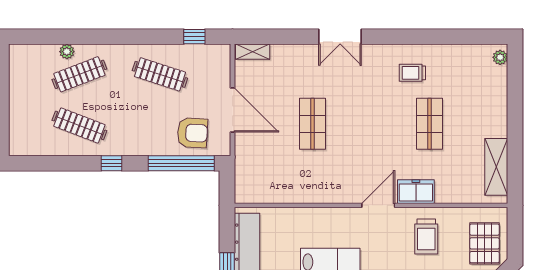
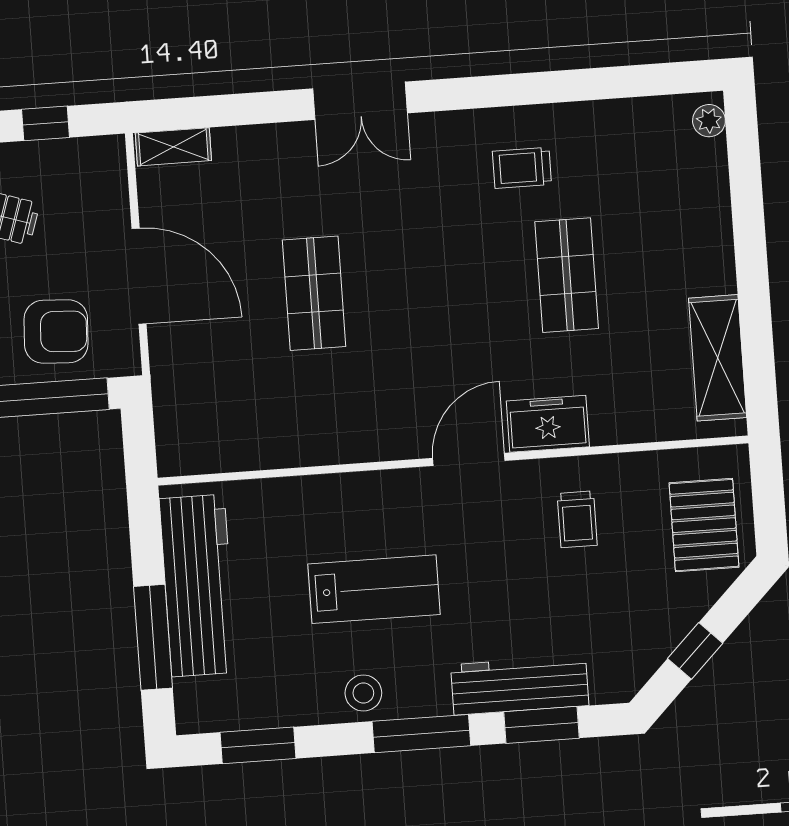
trolley: (426, 237) -> (577, 519), width x0.73, depth x0.72

